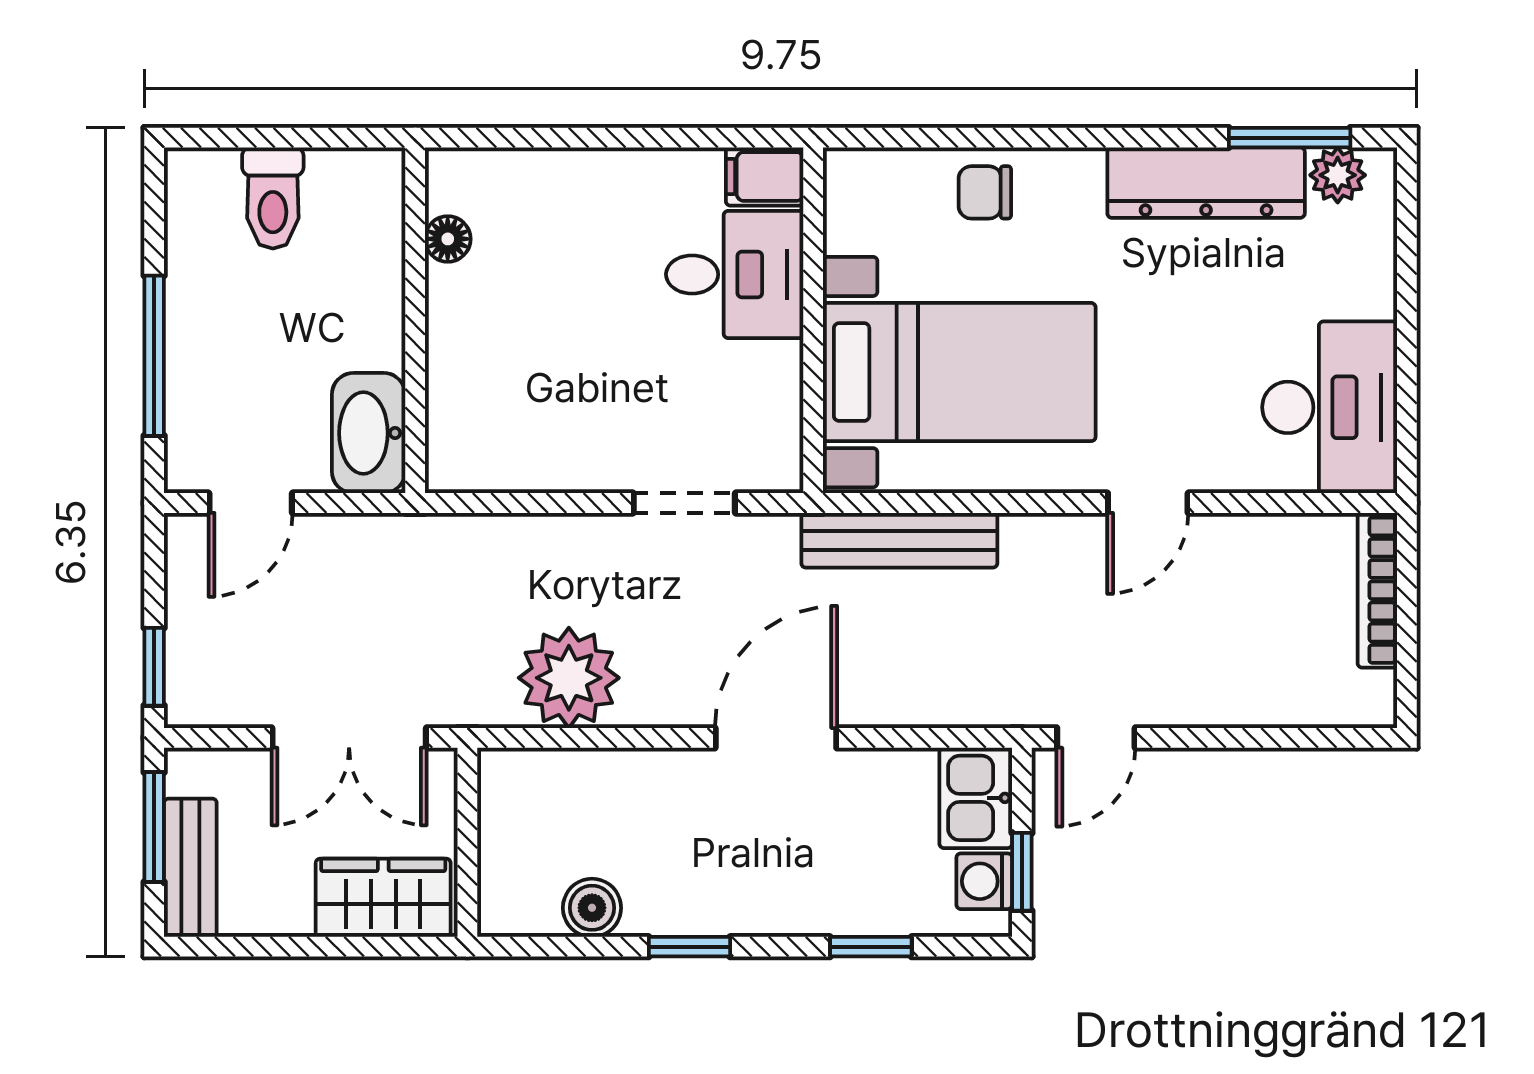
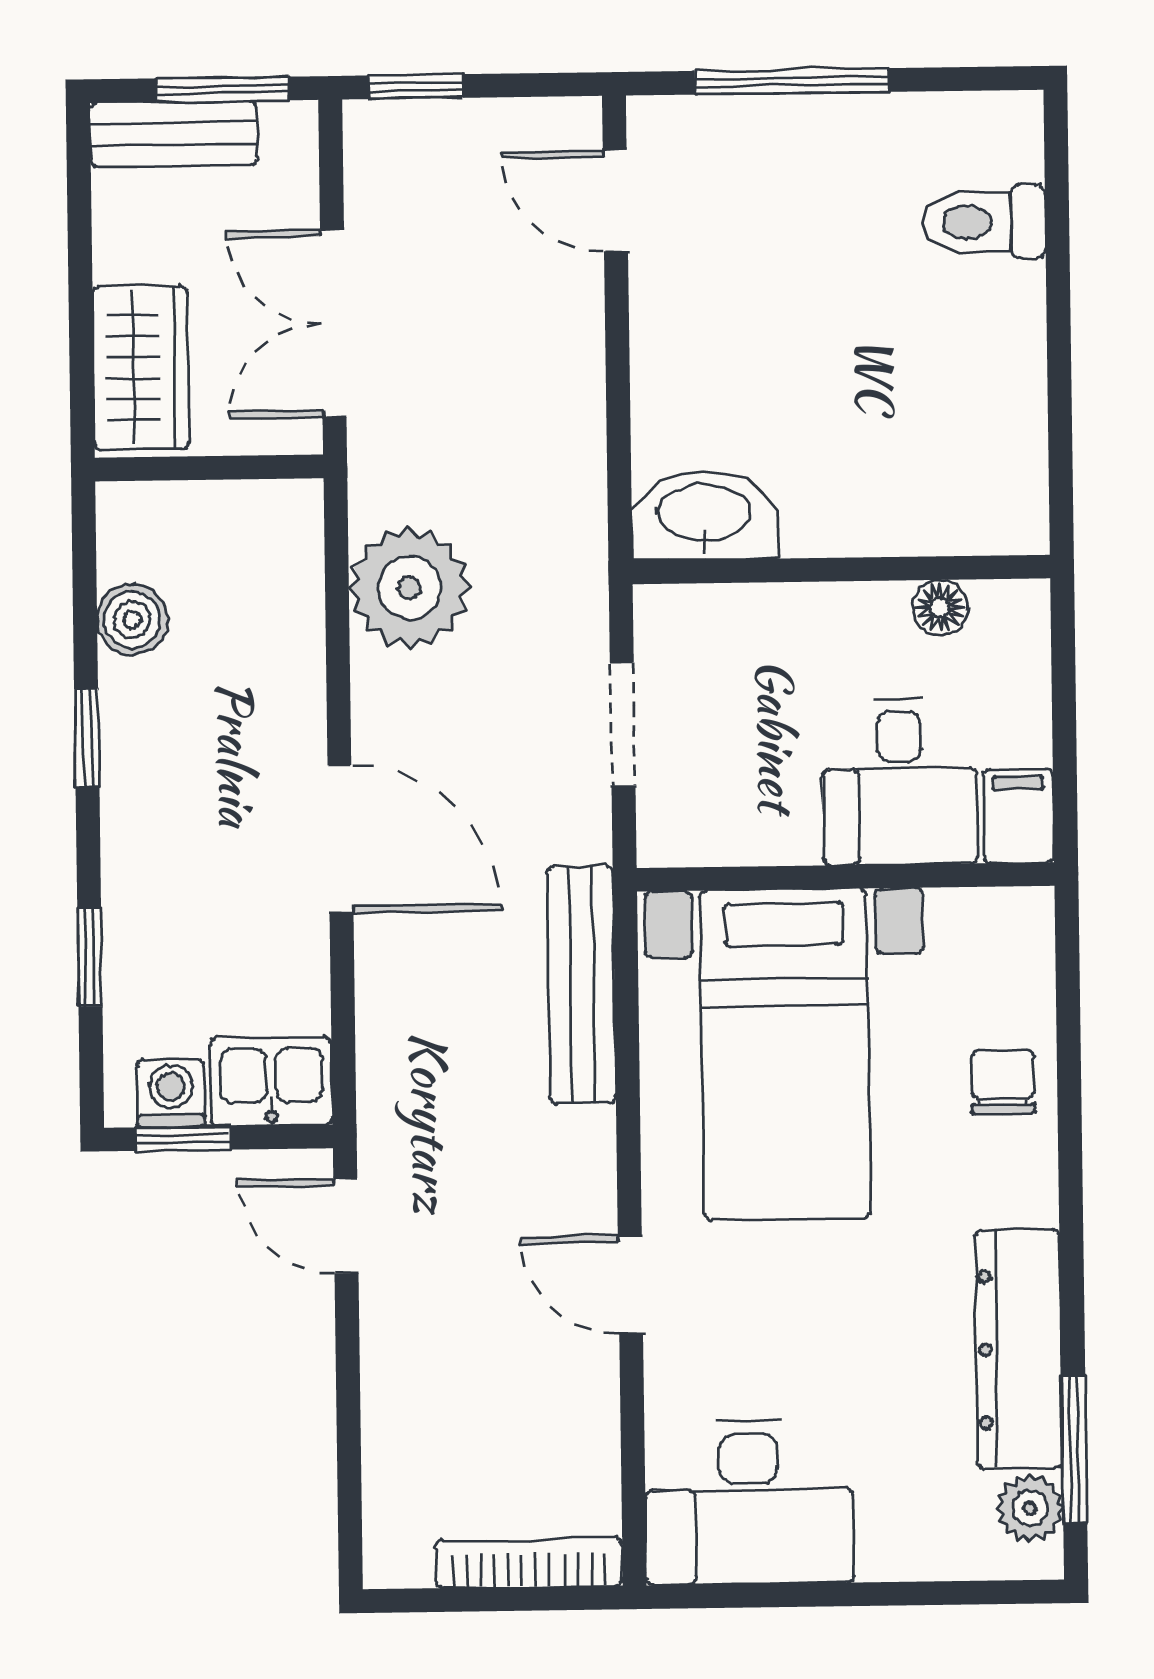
floor lamp: (448, 239) -> (940, 608), moved
wall: (415, 320) -> (841, 570), moved
washbasin: (369, 433) -> (704, 515), moved

